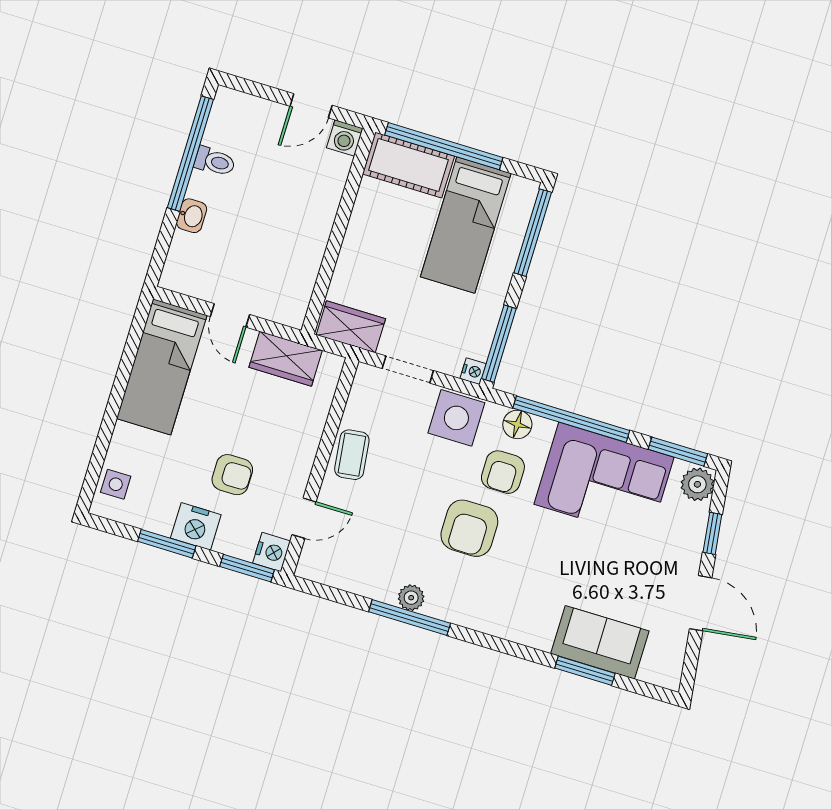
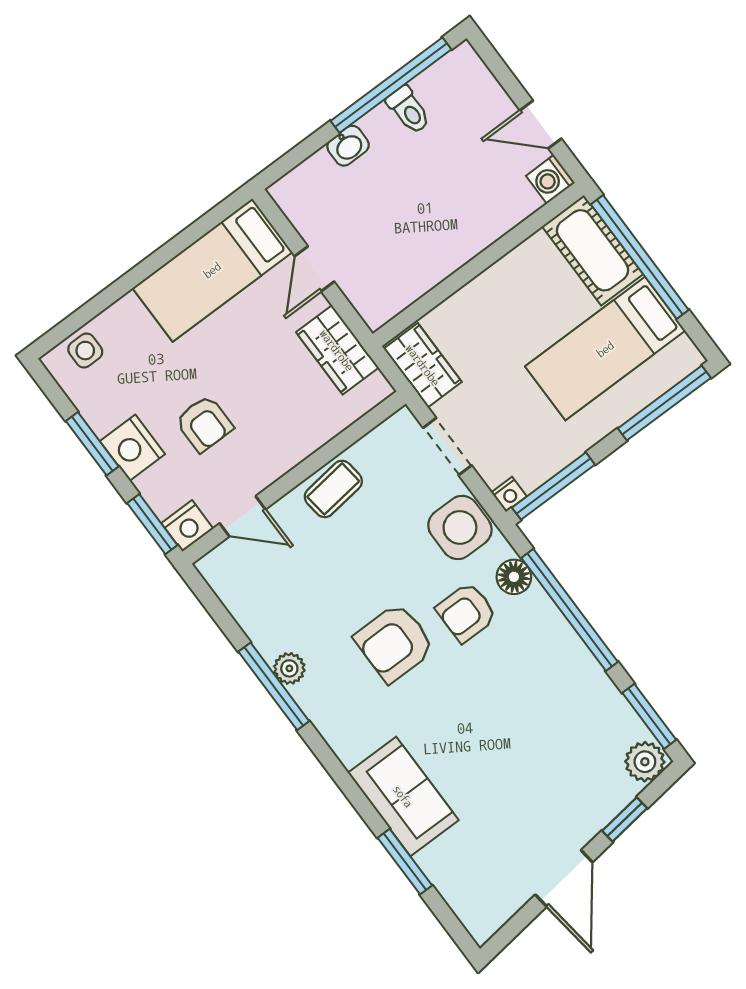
corner sofa: (604, 481) -> (558, 692), removed
sofa: (600, 642) -> (403, 796), moved

